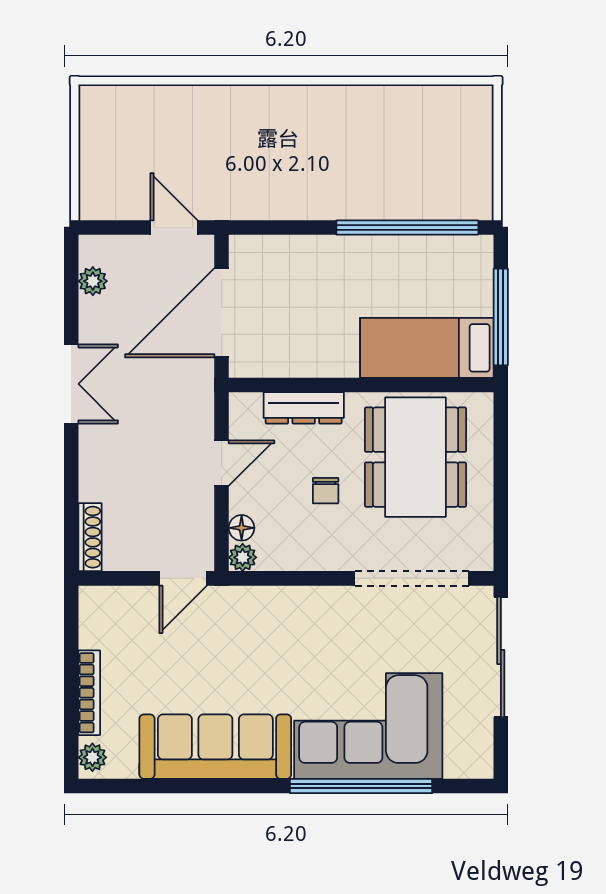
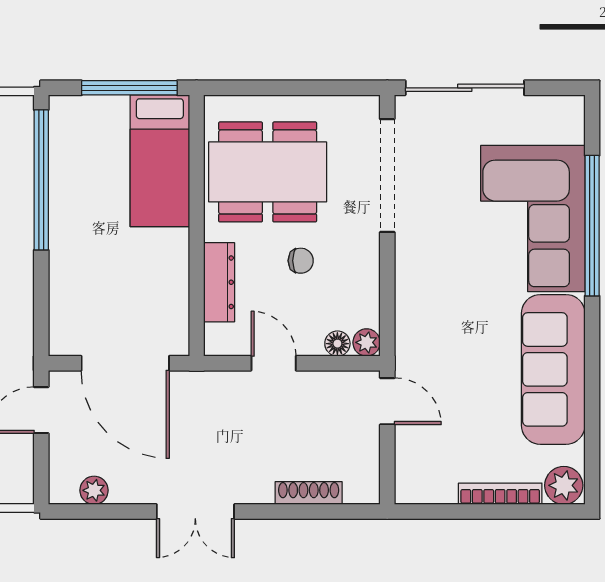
double door: (71, 384) -> (195, 512), swing flipped
shoe rack: (90, 537) -> (309, 493), moved
plant: (92, 757) -> (564, 485), width x1.38, depth x1.38

